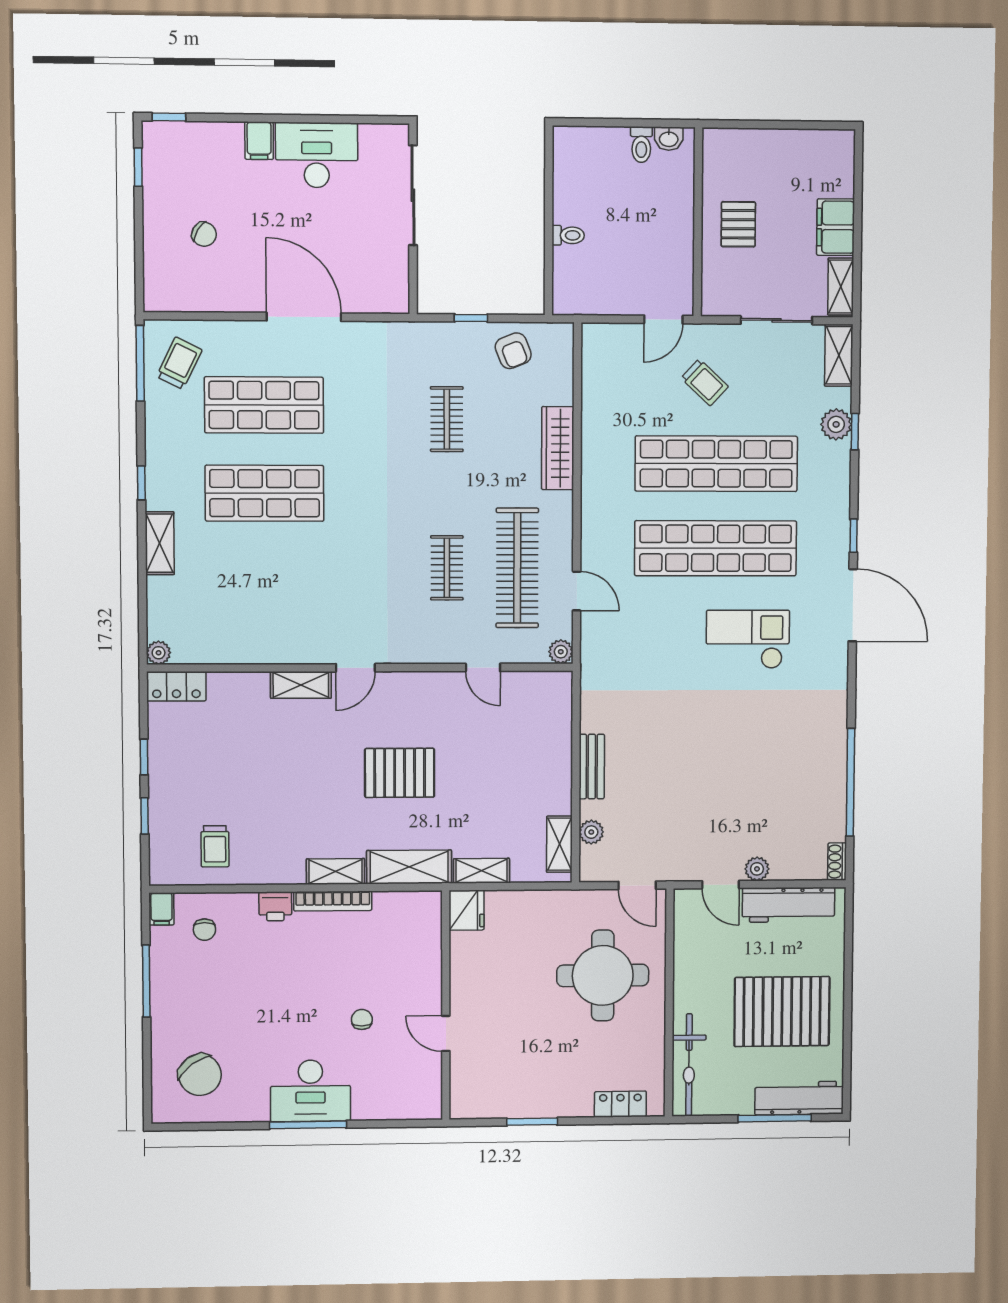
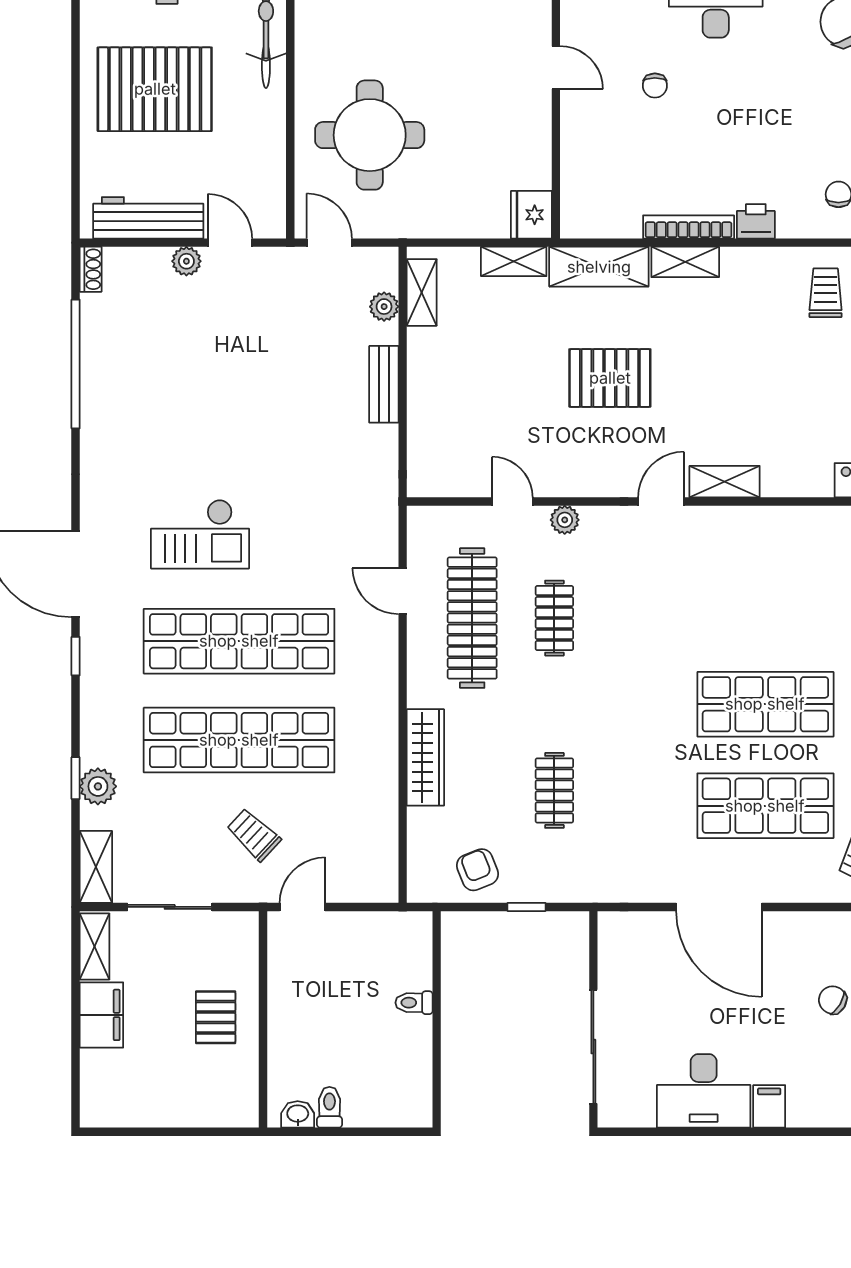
plant: (561, 652) -> (565, 520), moved

